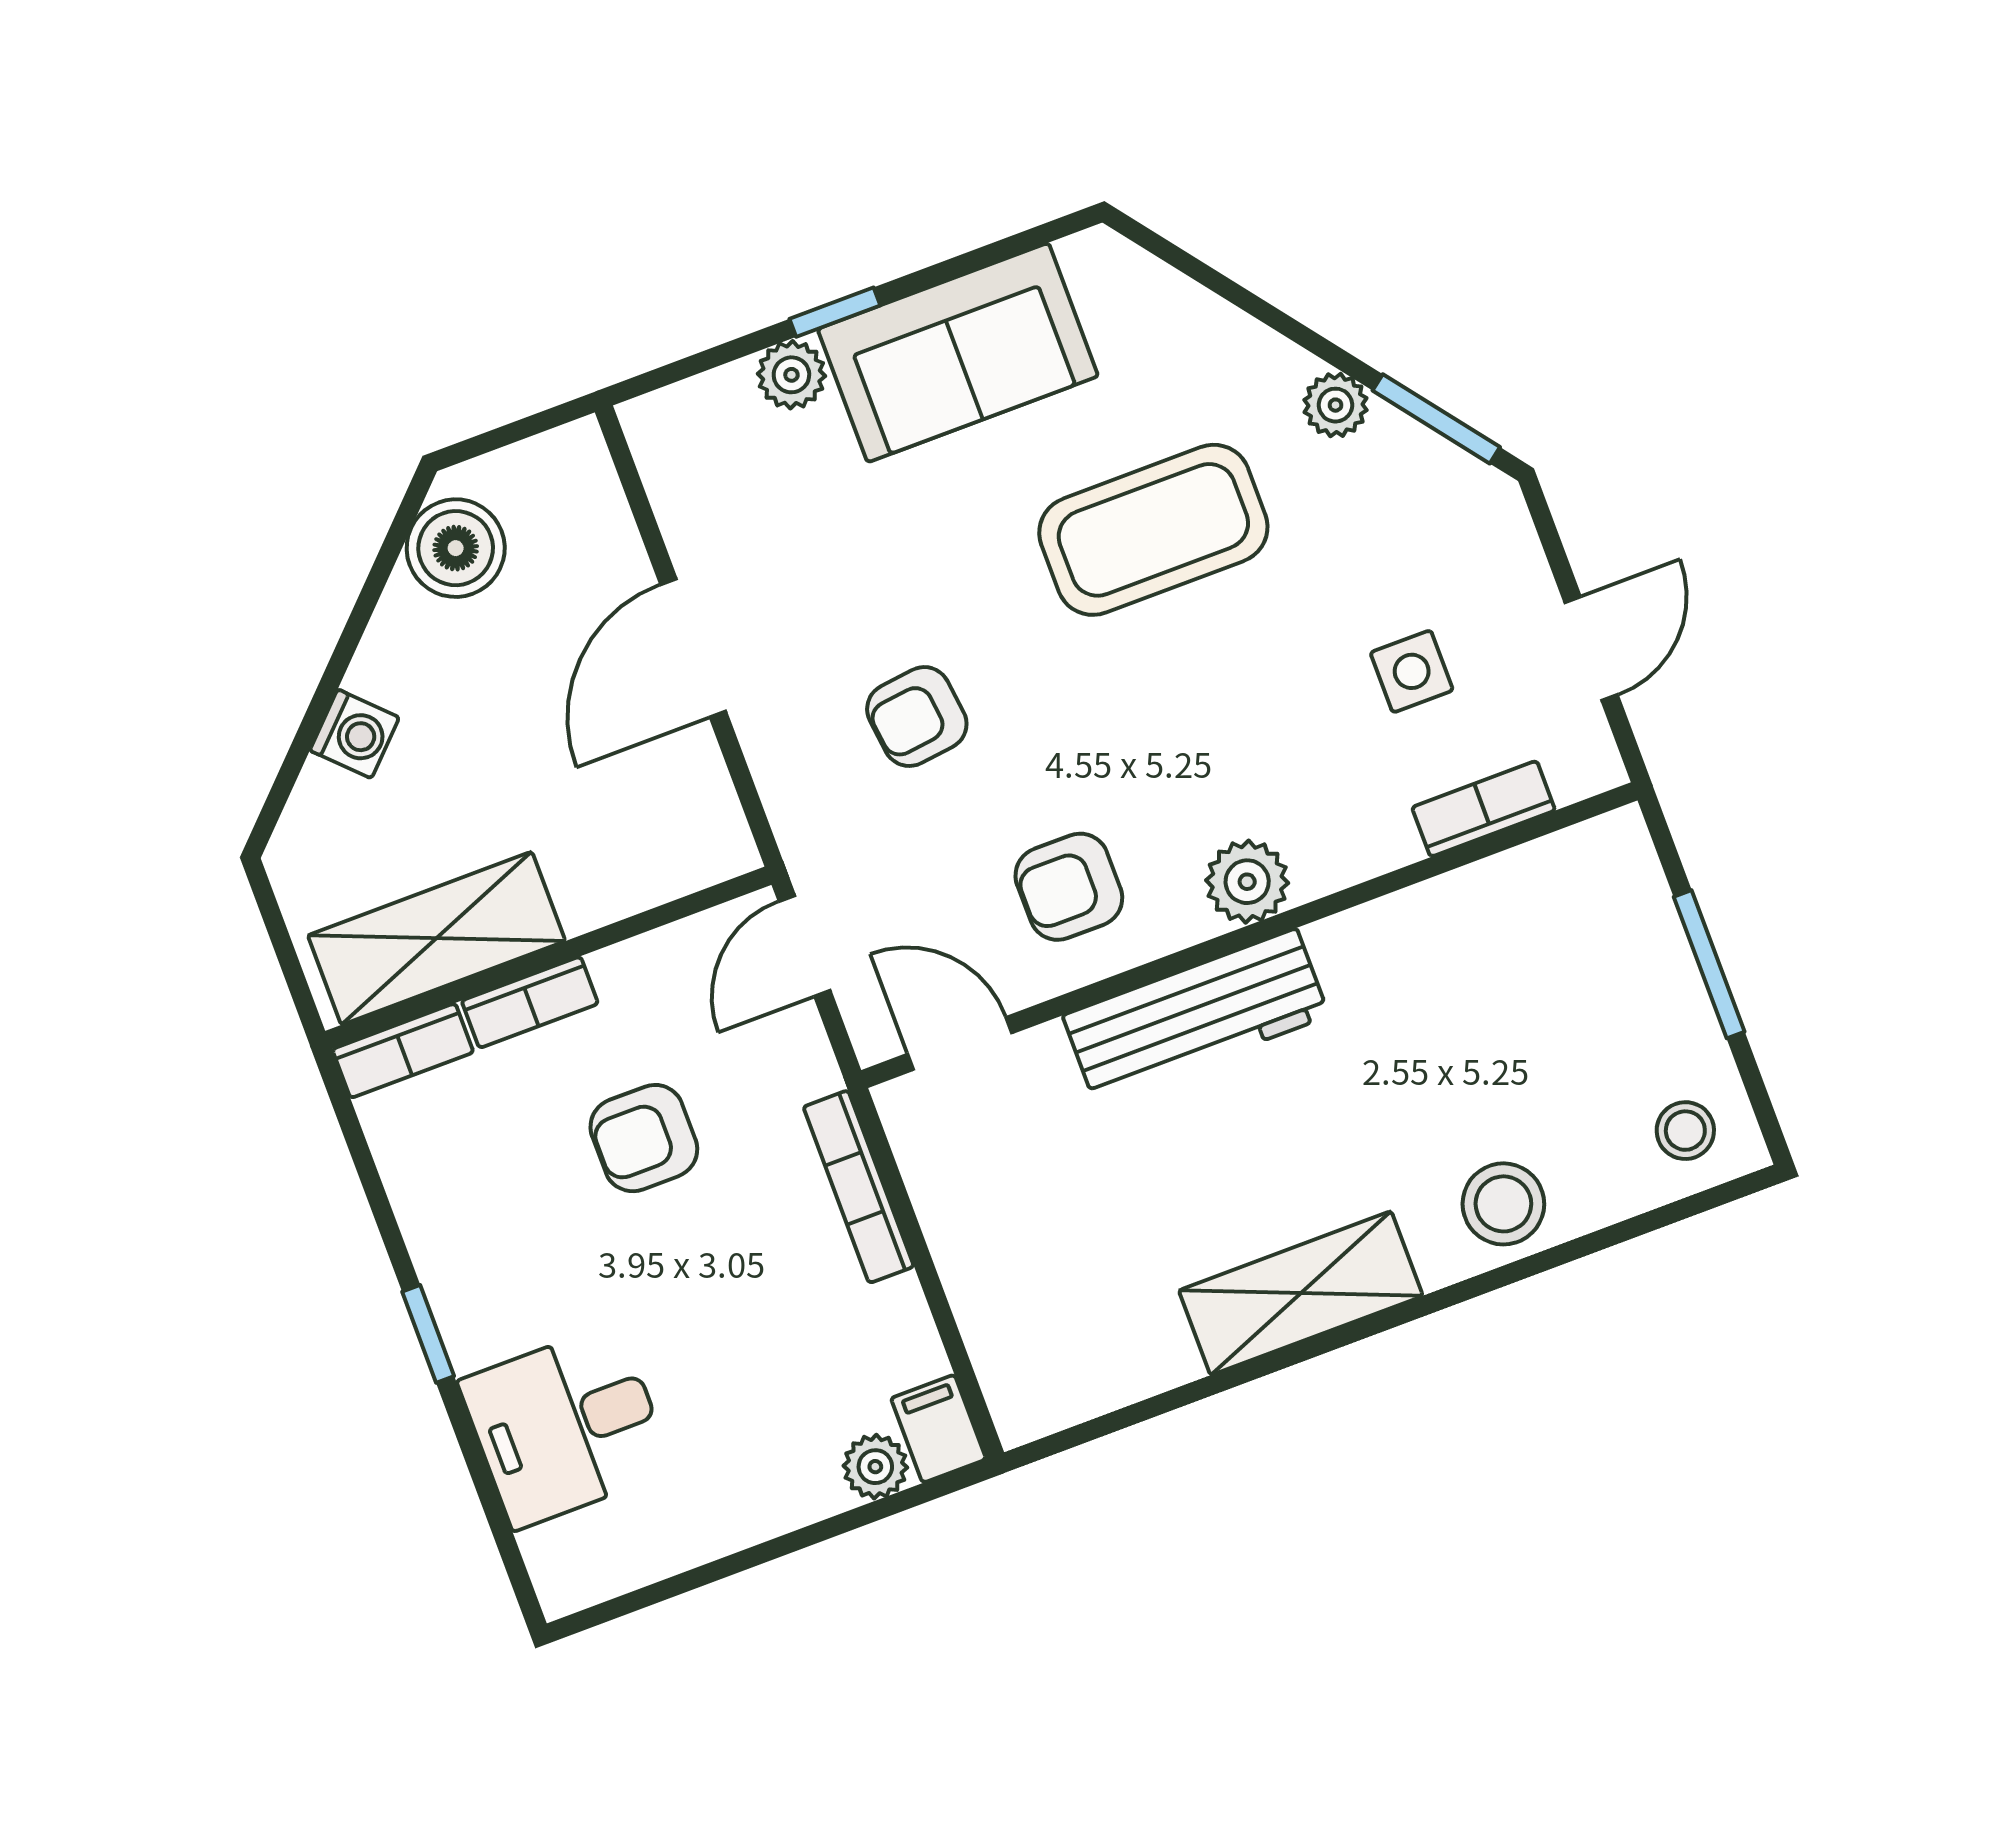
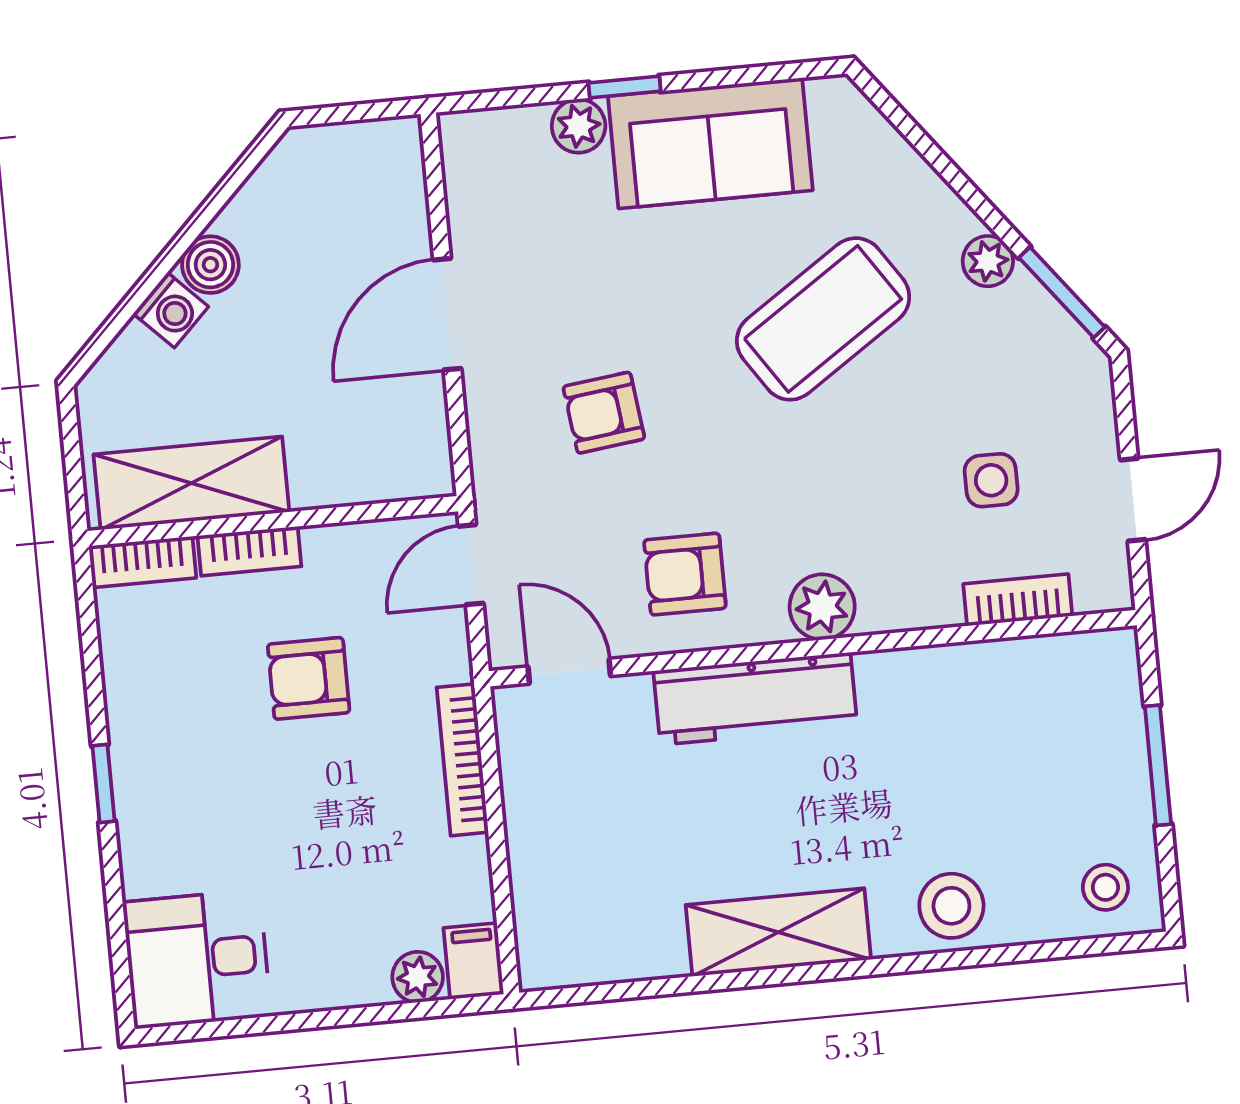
coffee table: (1153, 530) -> (823, 319), turned -34
boiler: (456, 548) -> (210, 265), moved, width x0.73, depth x0.73
desk: (566, 1426) -> (197, 959), moved

